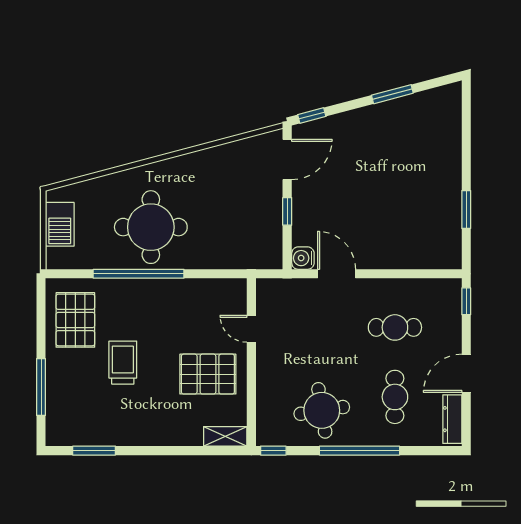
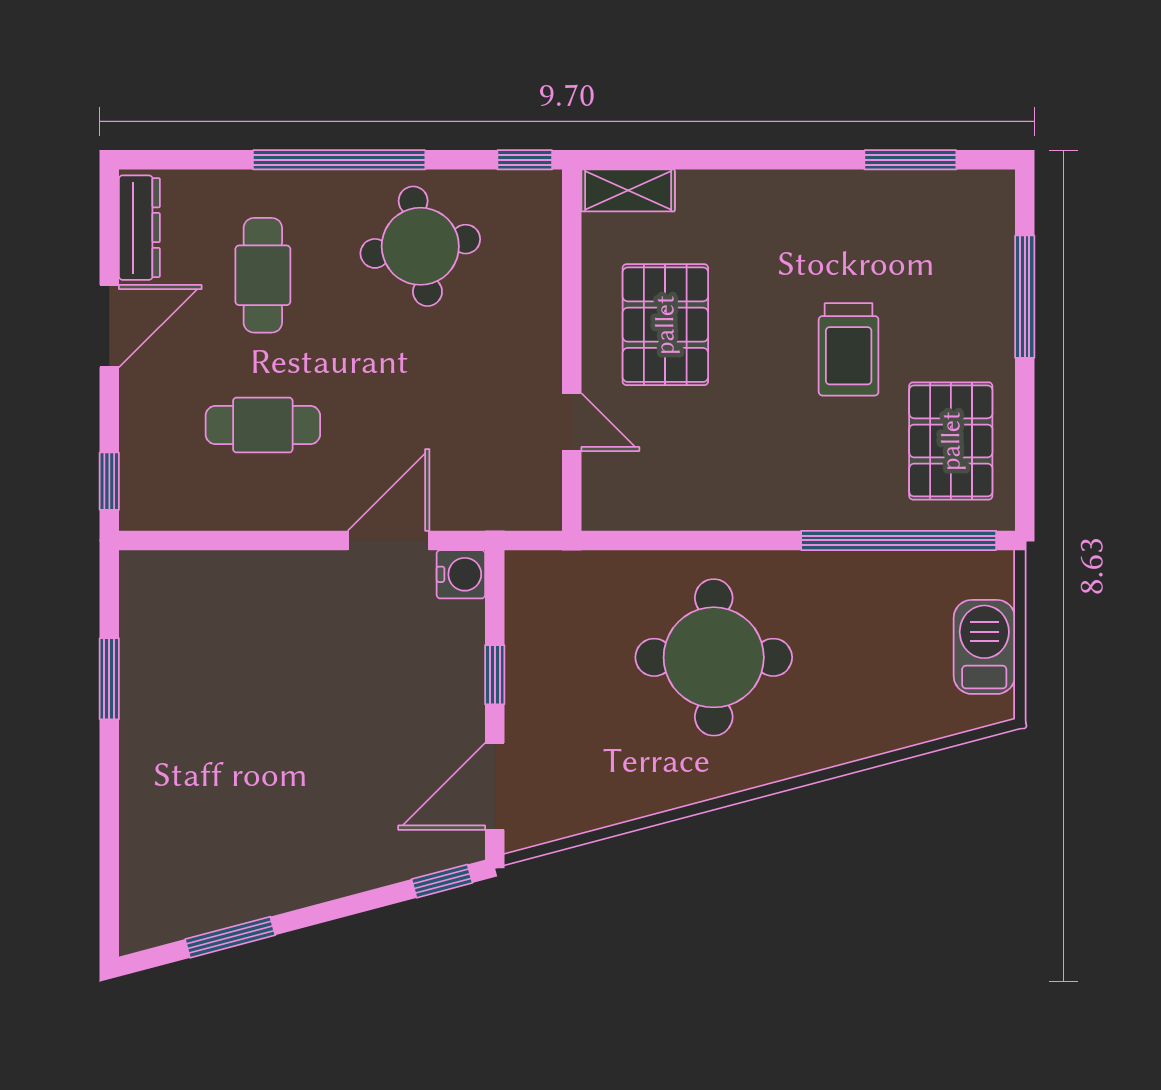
window: (392, 94) -> (230, 937), moved
round table: (151, 227) -> (714, 657), moved
window: (139, 274) -> (899, 540), moved
door: (337, 274) -> (389, 540), swing flipped
pallet: (208, 374) -> (665, 325), turned 90

